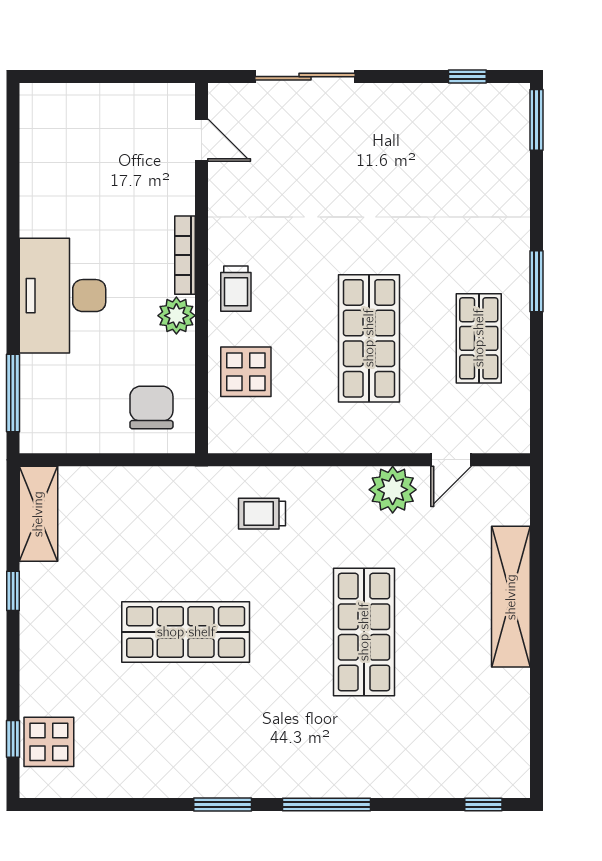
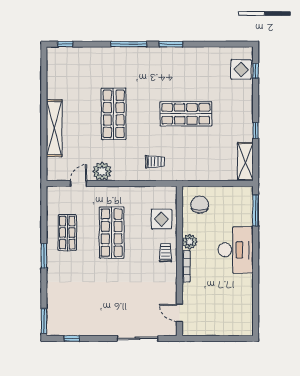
chair: (151, 408) -> (200, 205), turned 180

